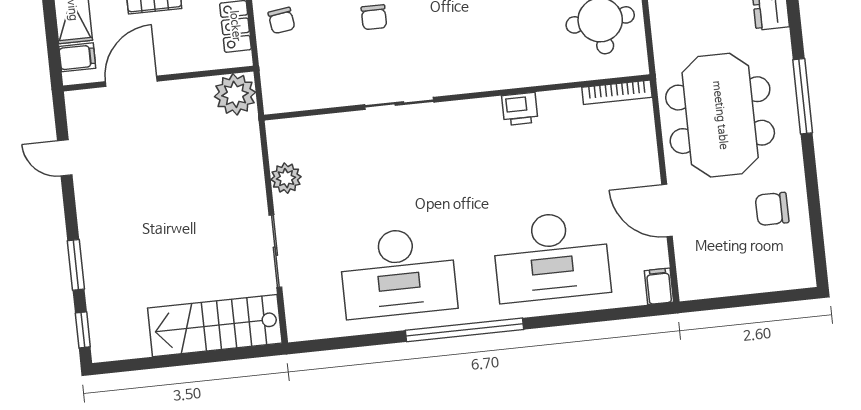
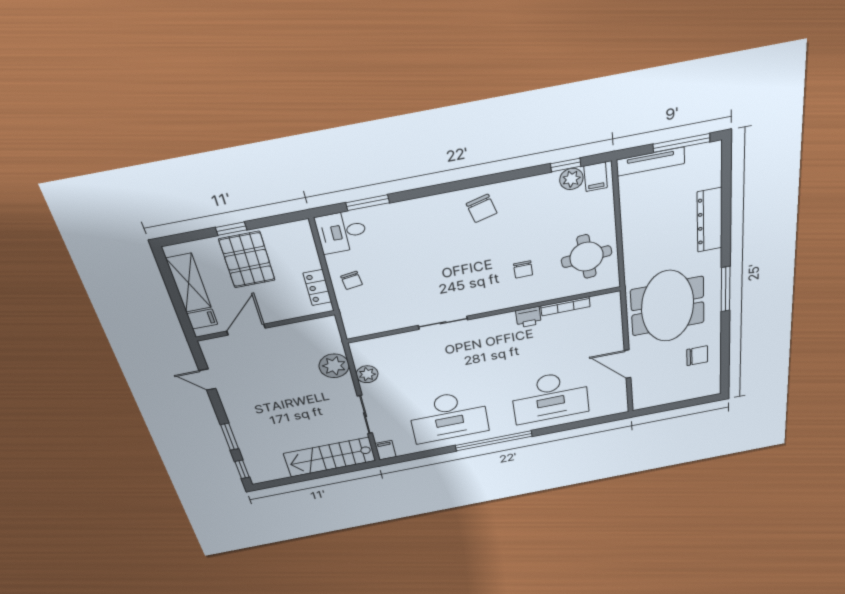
chair: (374, 17) -> (523, 269), moved
bookcase: (617, 92) -> (565, 306), moved
plant: (235, 94) -> (334, 366), moved
chair: (772, 209) -> (697, 356), turned 180
filing cabinet: (659, 286) -> (385, 450), moved

